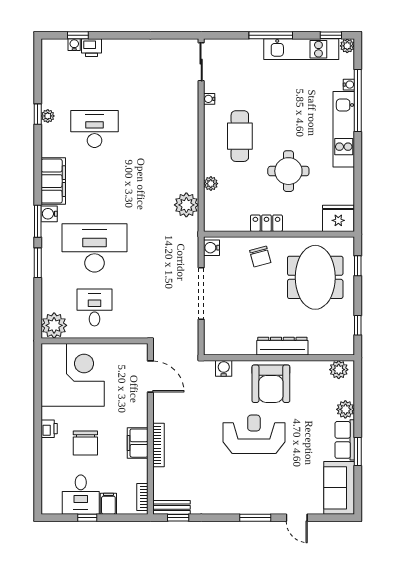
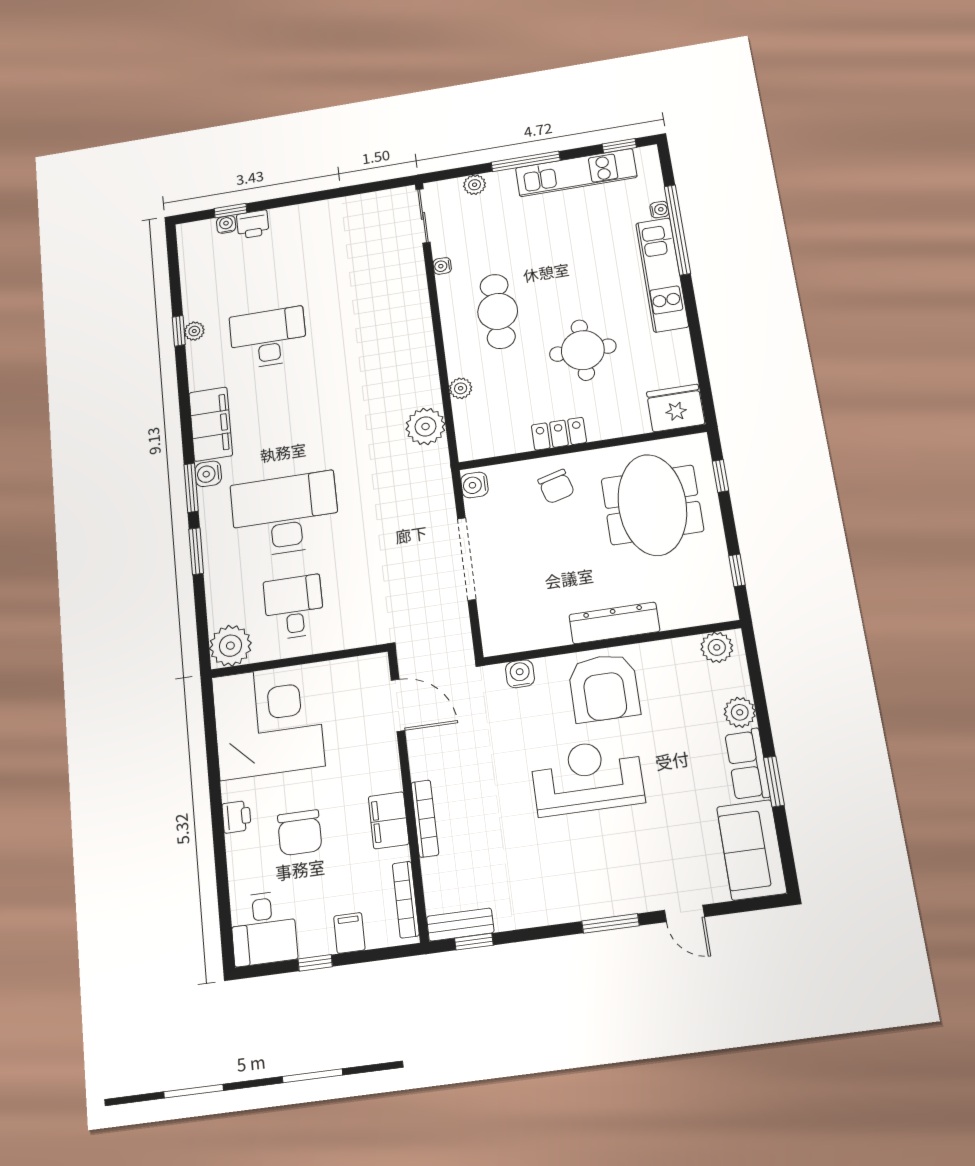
plant: (347, 46) -> (475, 185), moved
desk: (81, 495) -> (264, 928), moved
bookcase: (142, 497) -> (406, 900), width x1.56

